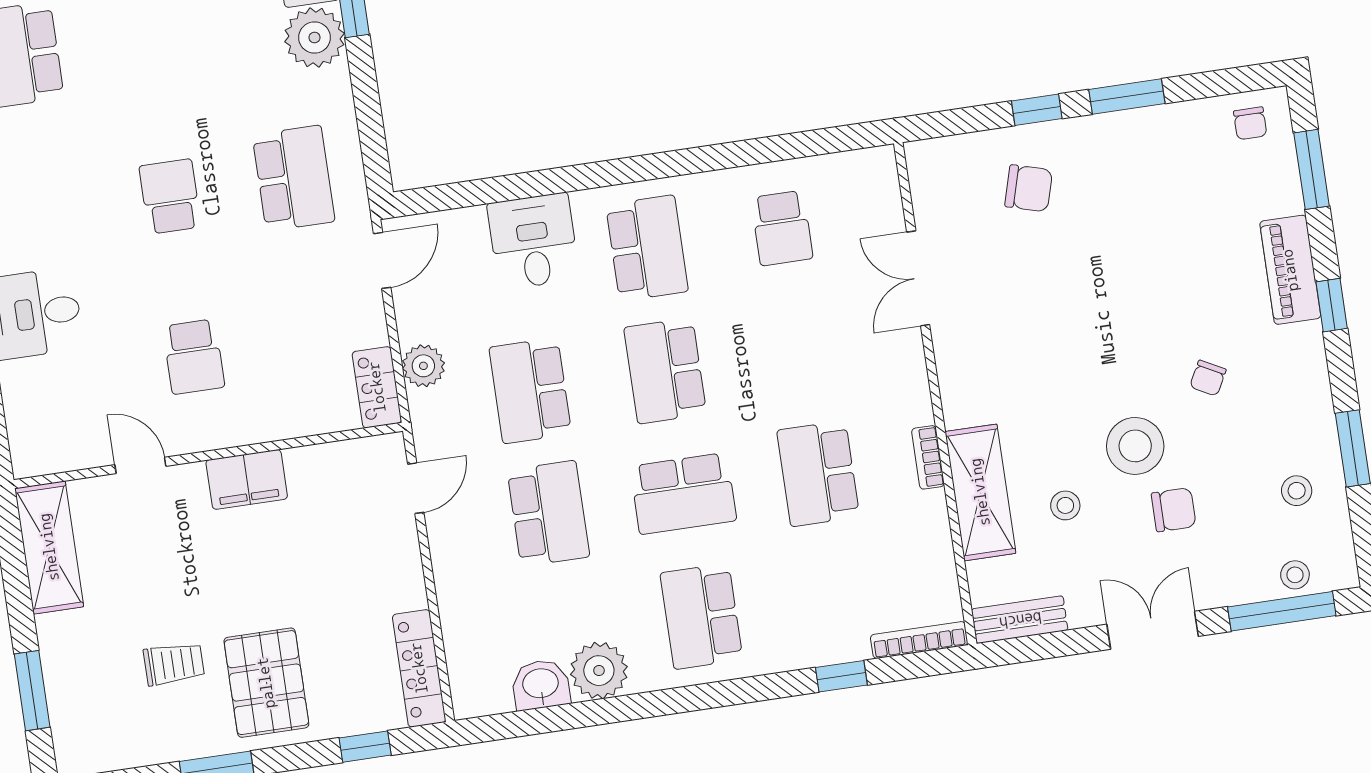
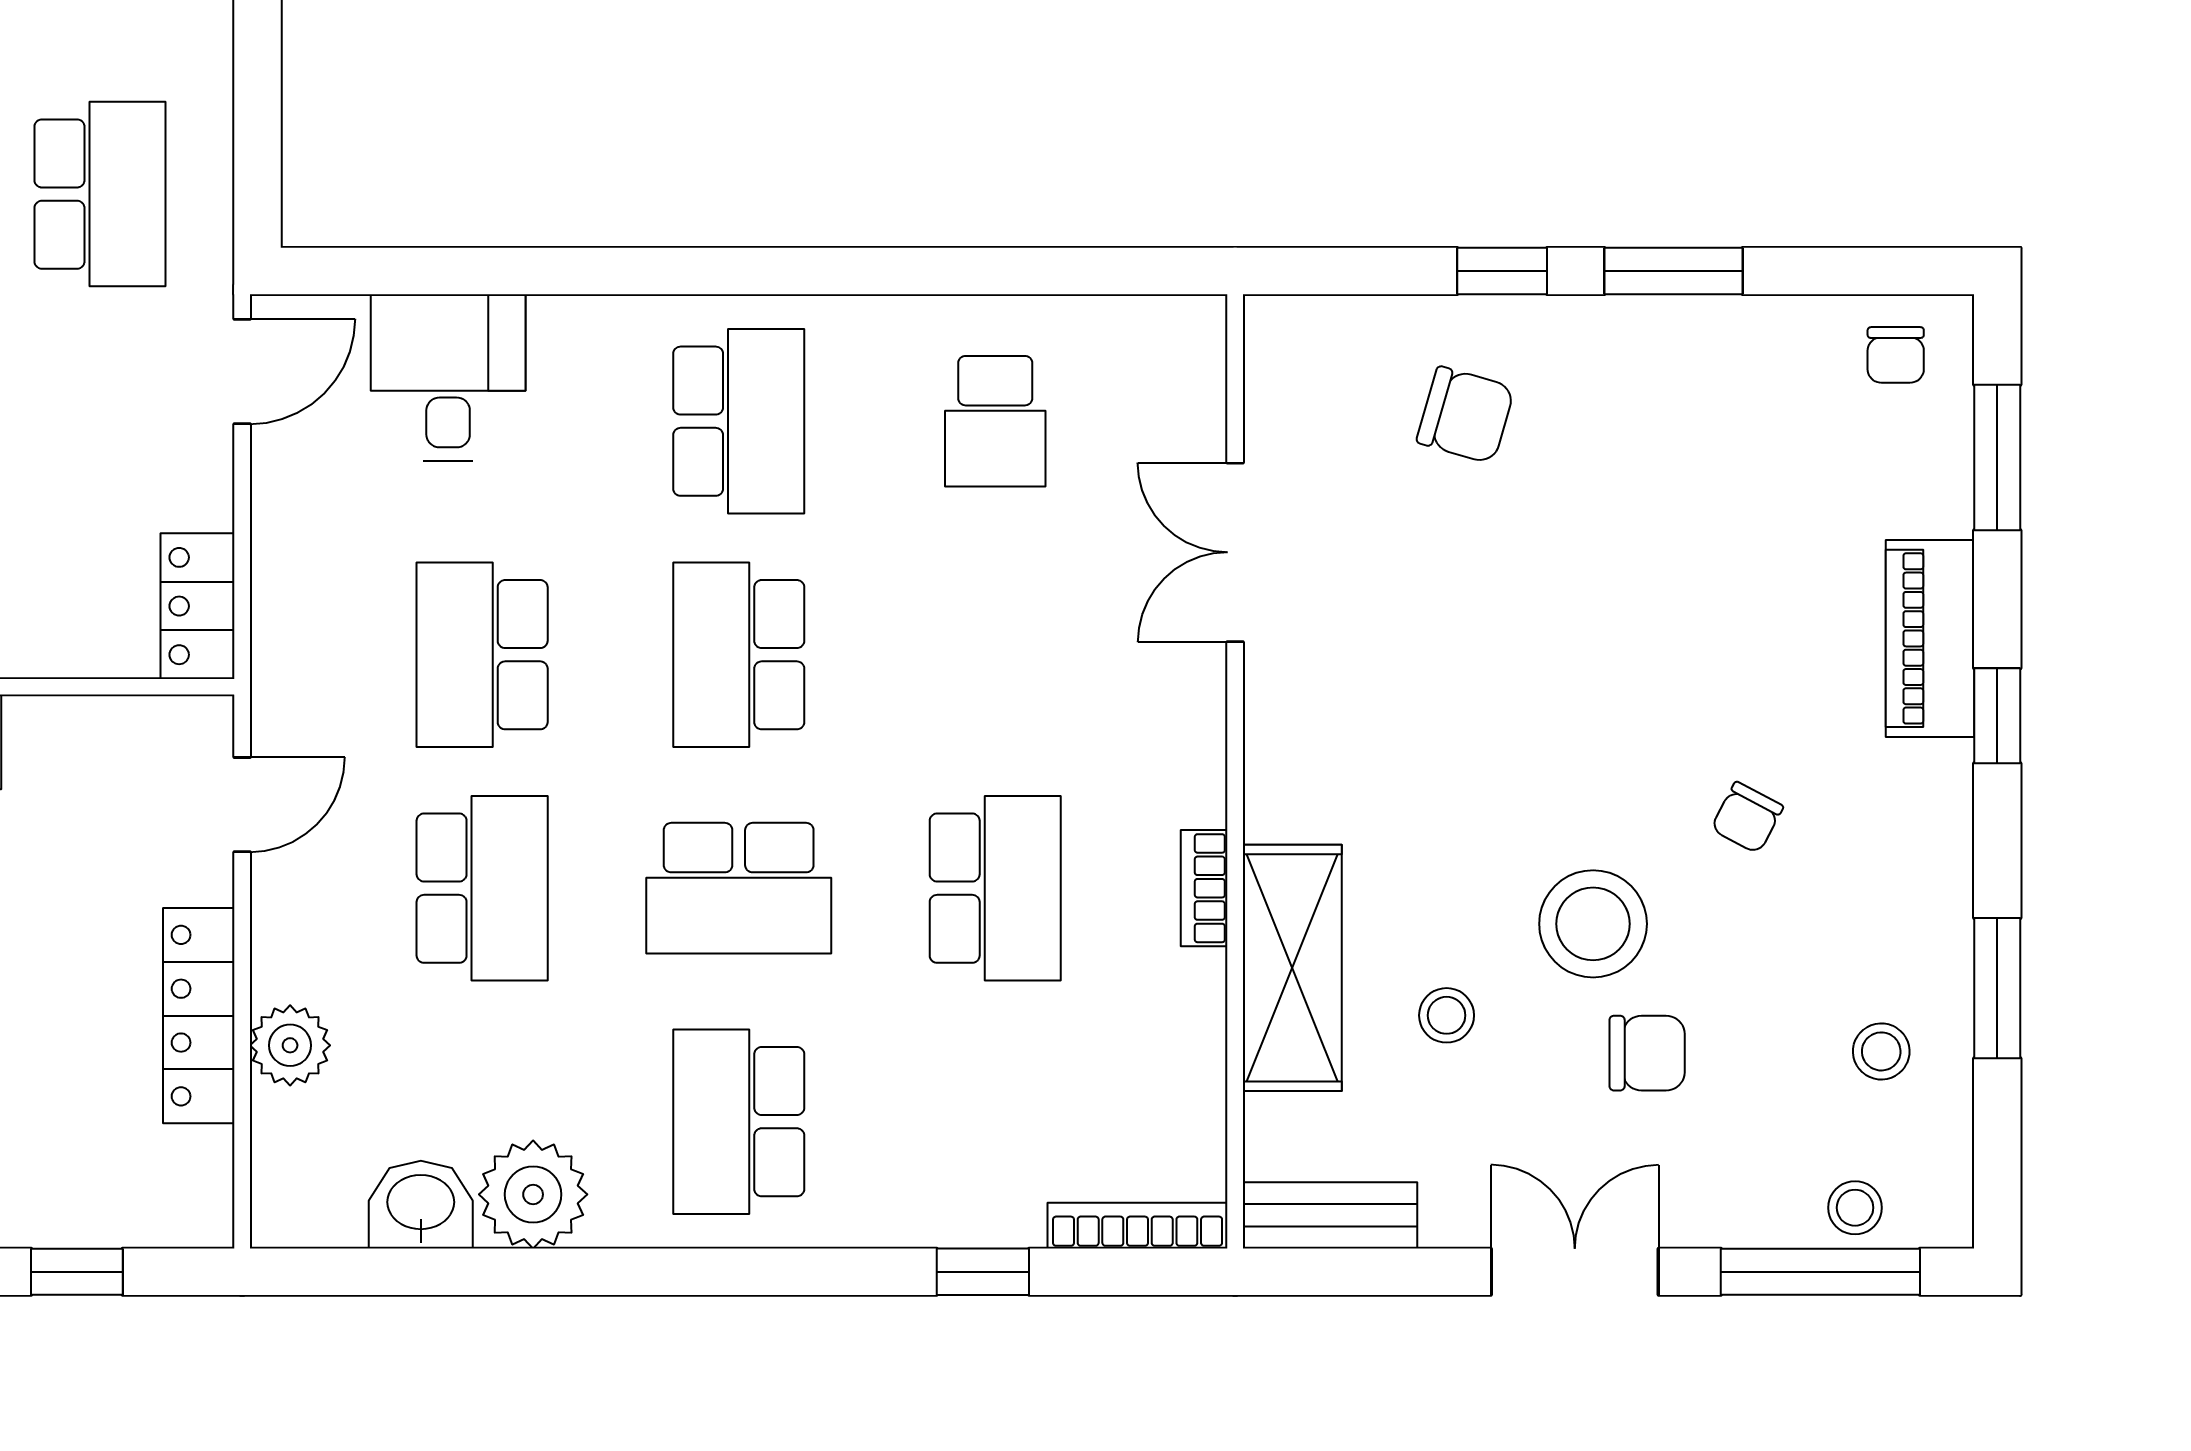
desk: (533, 241) -> (448, 377), moved
plant: (423, 366) -> (290, 1045), moved
school desk: (818, 474) -> (995, 888), turned 180
locker: (419, 668) -> (199, 1016), moved

